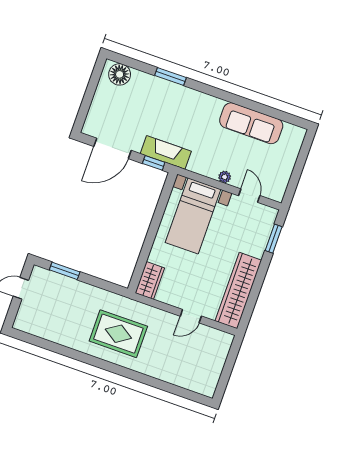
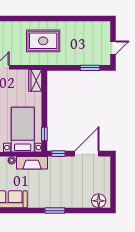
window: (171, 77) -> (55, 211), moved
fireplace: (166, 152) -> (32, 163), moved
window: (164, 199) -> (44, 134), added

